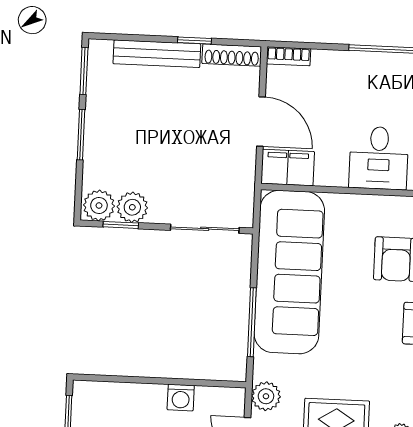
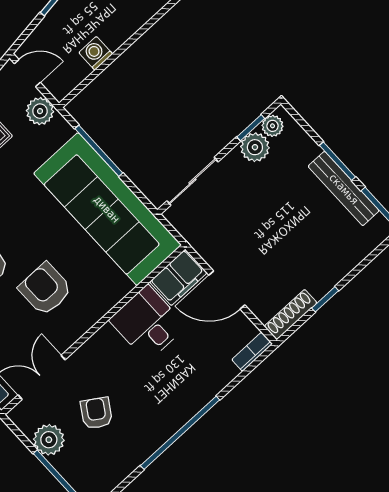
bench: (157, 54) -> (344, 189), moved, turned 90
desk: (379, 158) -> (148, 323), moved
plant: (99, 205) -> (273, 126), width x0.73, depth x0.73

